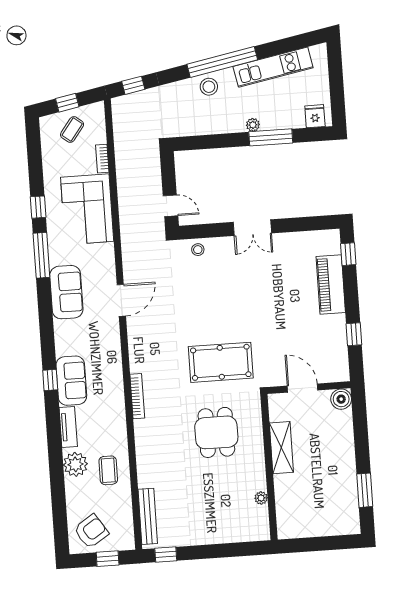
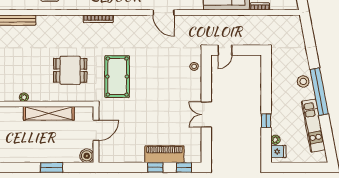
window: (133, 85) -> (308, 31), removed
plant: (253, 125) -> (275, 140), moved
window: (271, 137) -> (266, 121), width x0.46
double door: (252, 228) -> (206, 115), moved
window: (354, 334) -> (155, 167), moved
shelving: (281, 448) -> (49, 113), width x1.47
window: (365, 490) -> (52, 167), moved

